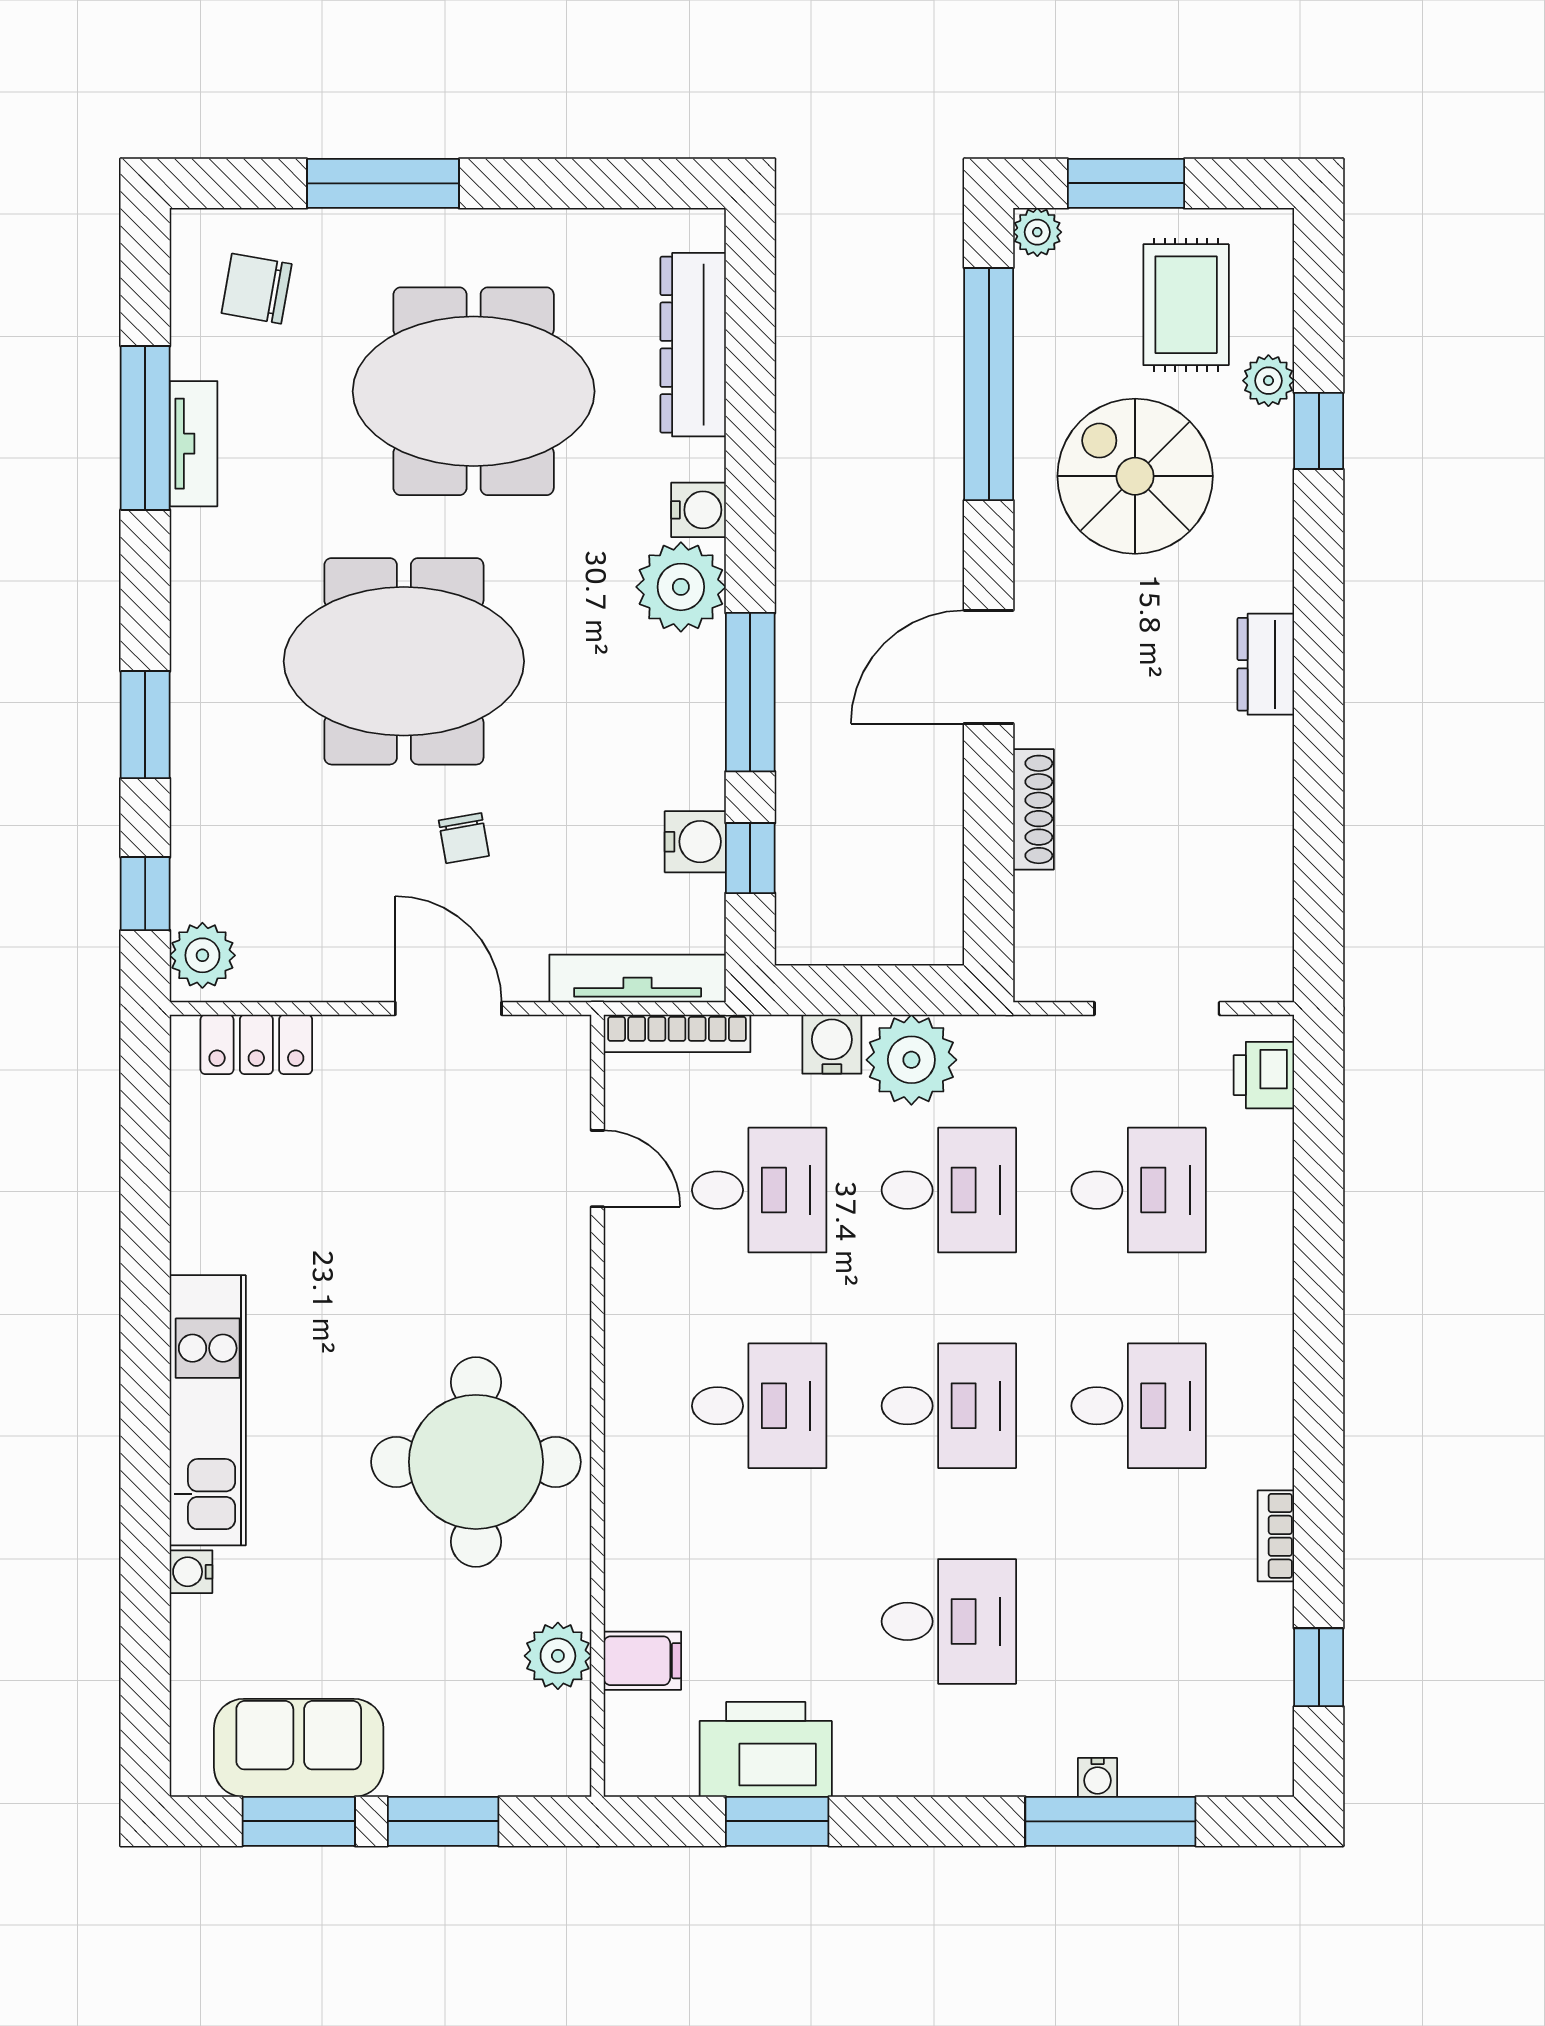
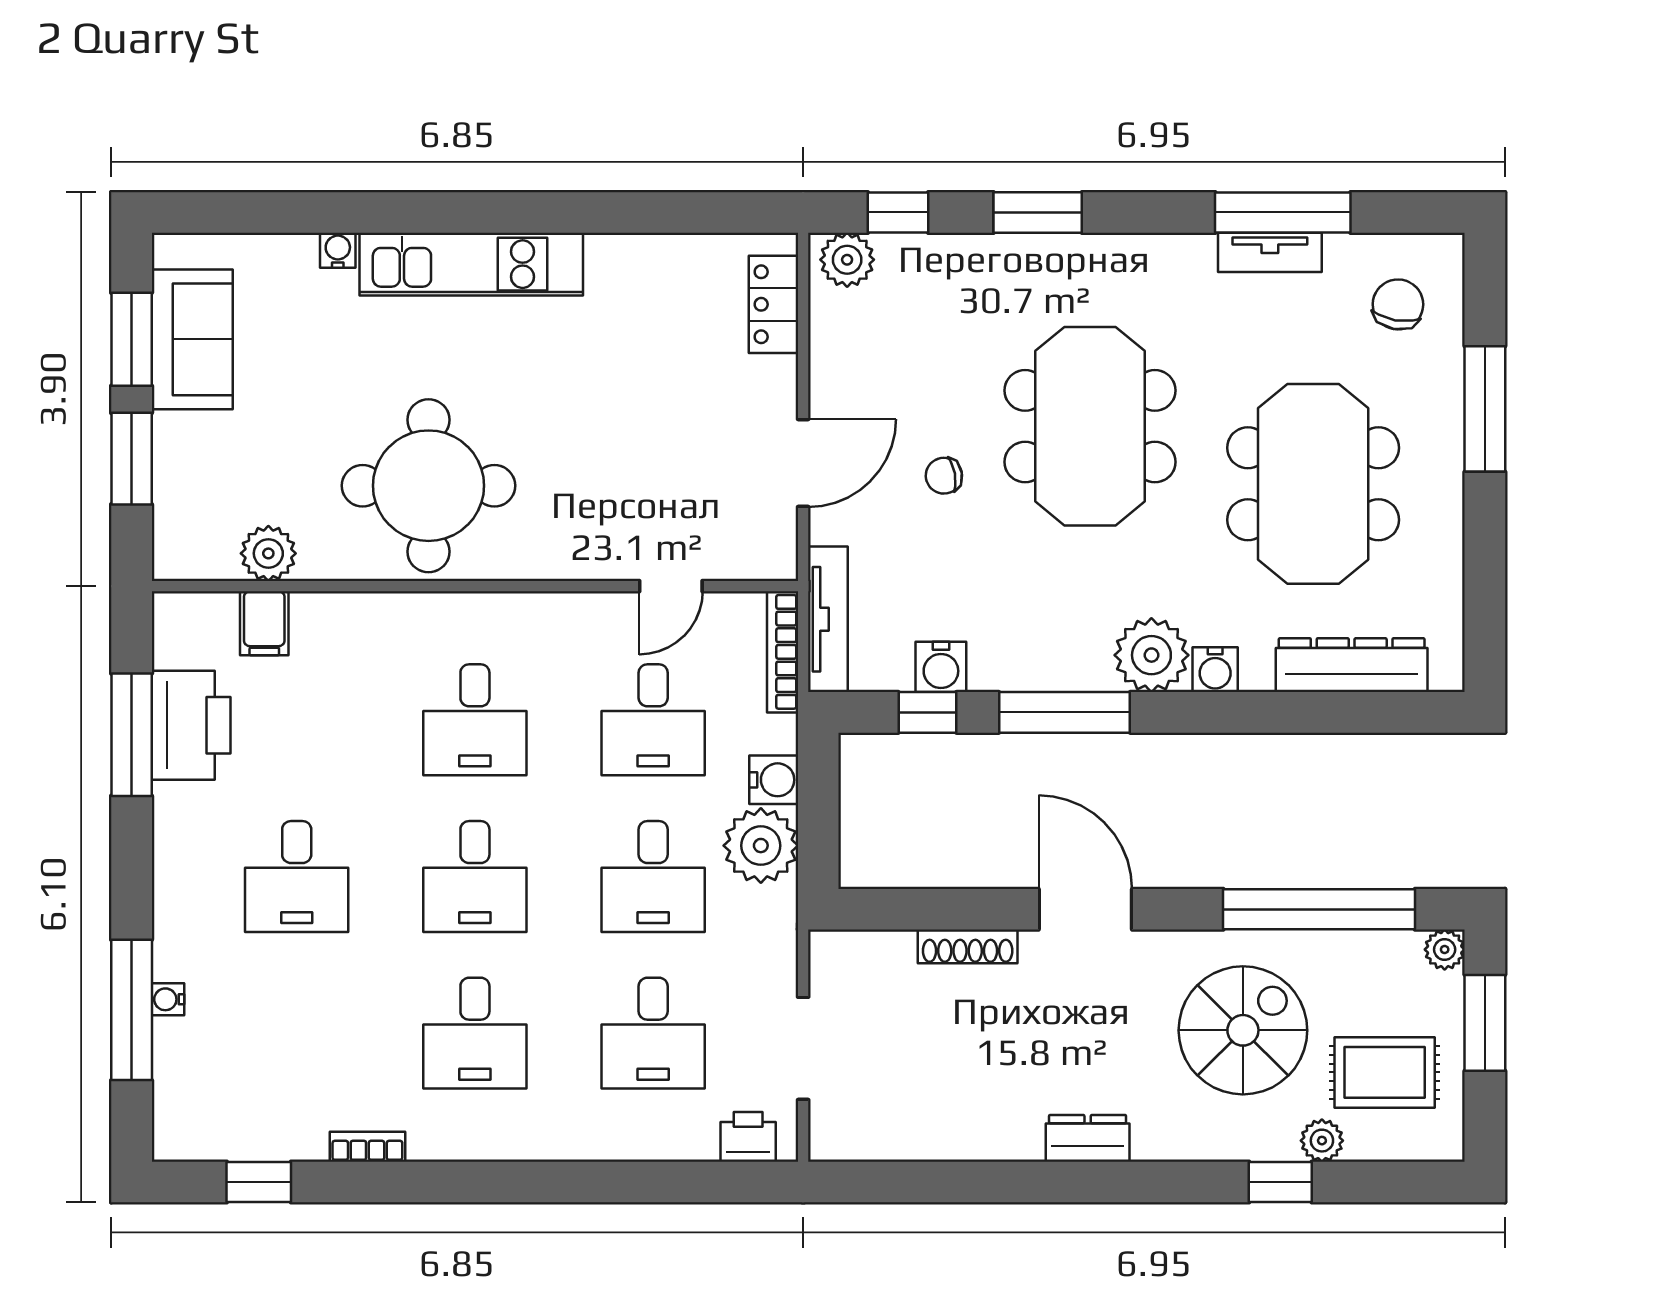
window: (777, 1821) -> (132, 735), width x1.44

